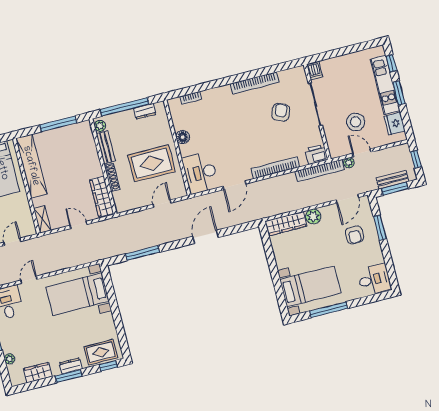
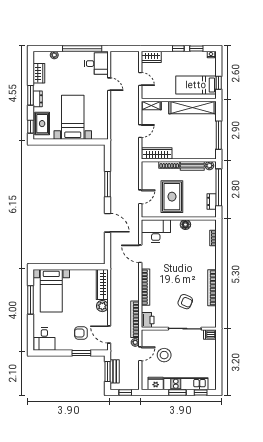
door: (162, 204) -> (140, 197), hinge flipped
window: (143, 253) -> (107, 184), moved
bed with nightstands: (77, 294) -> (73, 117), moved

